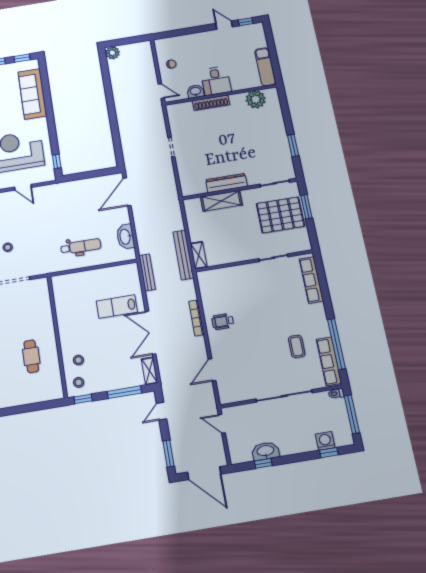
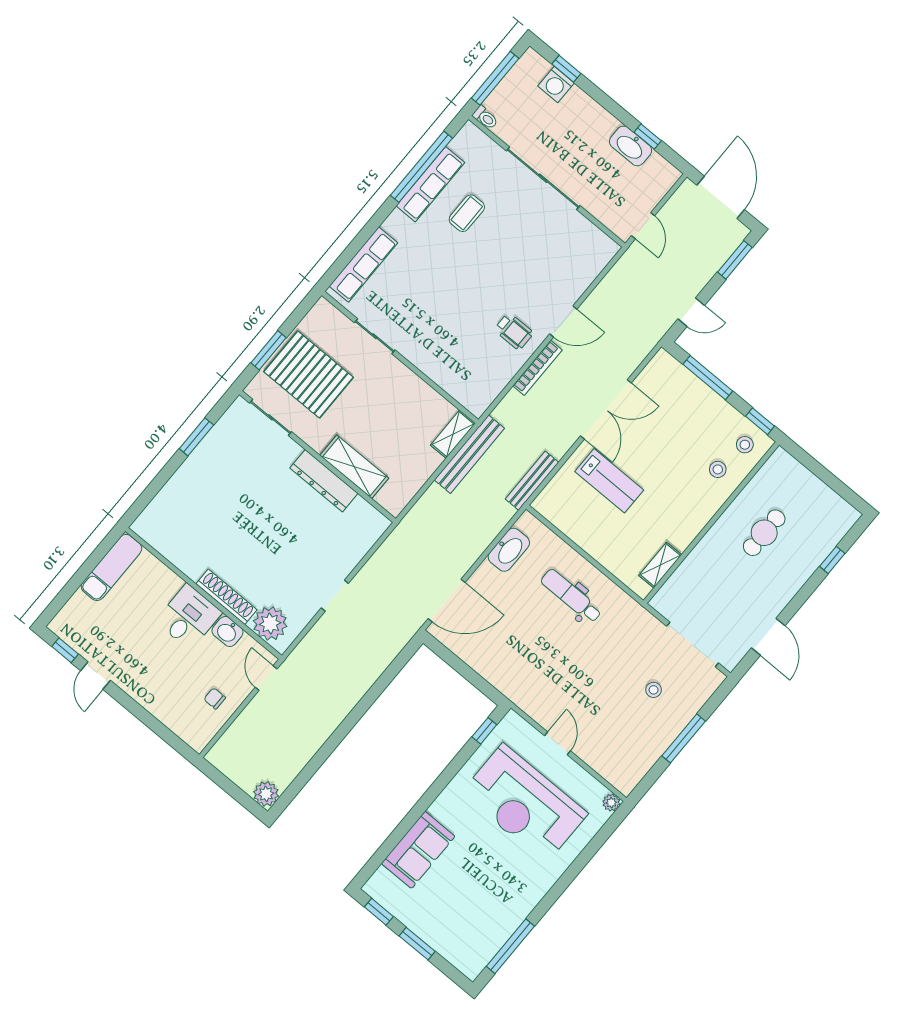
sofa: (32, 94) -> (418, 850), width x0.73
plant: (256, 99) -> (270, 624), moved
row of seats: (329, 361) -> (430, 184), moved
door: (212, 370) -> (563, 321), moved
shelving: (149, 371) -> (660, 565), moved

